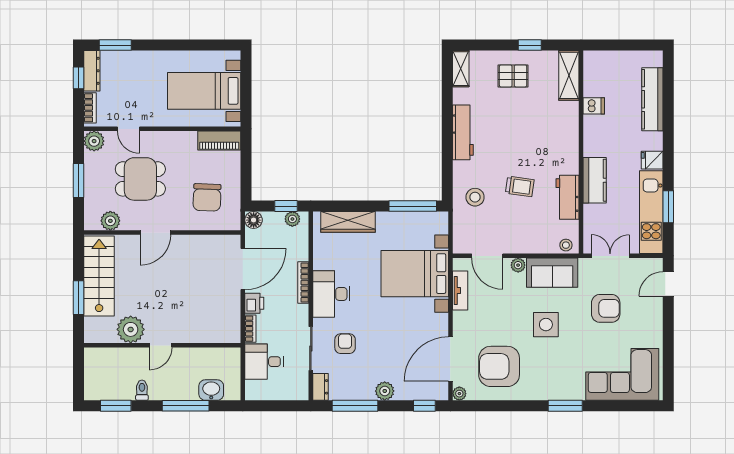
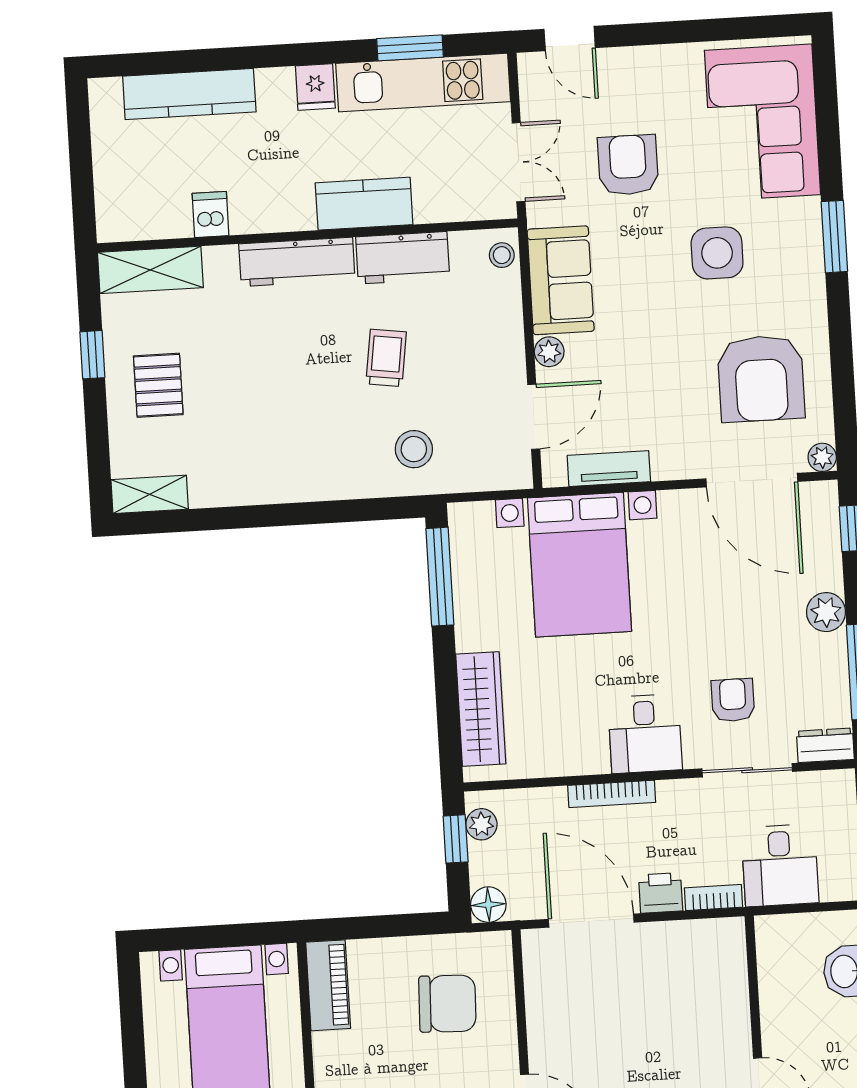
workbench: (463, 132) -> (297, 262), moved, turned 180
double door: (610, 256) -> (519, 162), swing flipped
desk: (331, 294) -> (645, 734), width x0.73
side table: (546, 325) -> (717, 253), moved
armchair: (345, 344) -> (733, 700), turned 90

